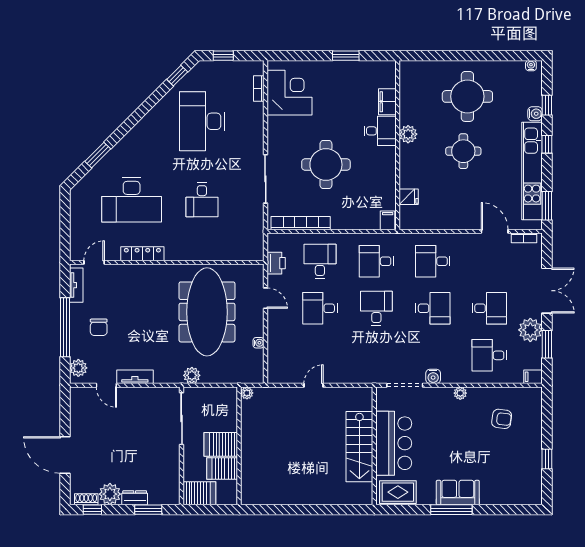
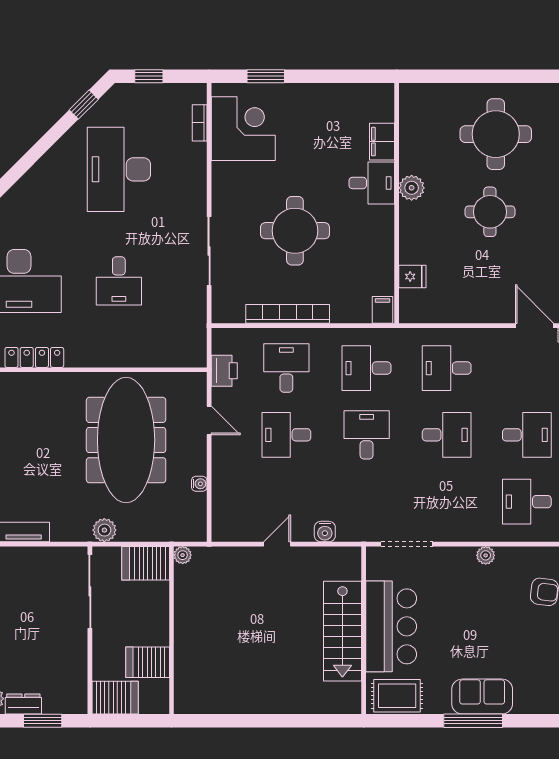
window: (346, 56) -> (266, 76), moved
bookcase: (301, 223) -> (288, 314), moved
water cooler: (433, 376) -> (325, 532), moved
server rack: (221, 444) -> (146, 563), moved

